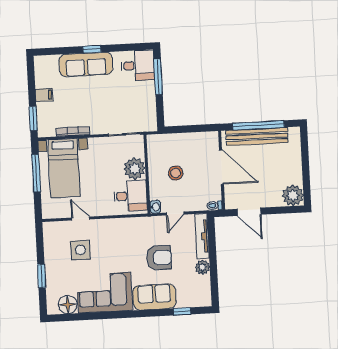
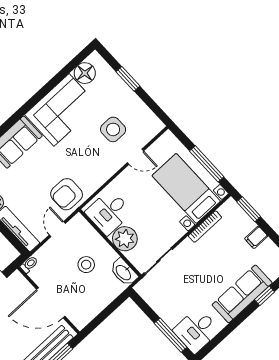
window: (92, 49) -> (265, 296), moved
washbasin: (155, 207) -> (124, 272), moved, width x1.91, depth x1.45
armchair: (159, 258) -> (67, 194), moved

